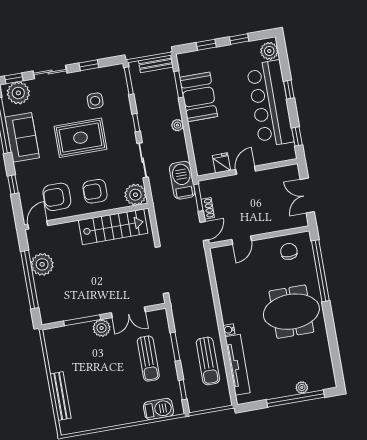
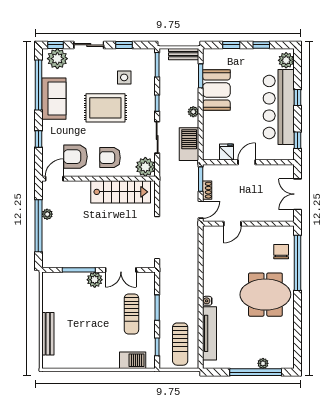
barbecue: (182, 180) -> (189, 144), moved
chair: (289, 251) -> (281, 252), moved
plant: (42, 264) -> (47, 214), width x0.53, depth x0.53
sun lounger: (208, 361) -> (180, 344), moved

